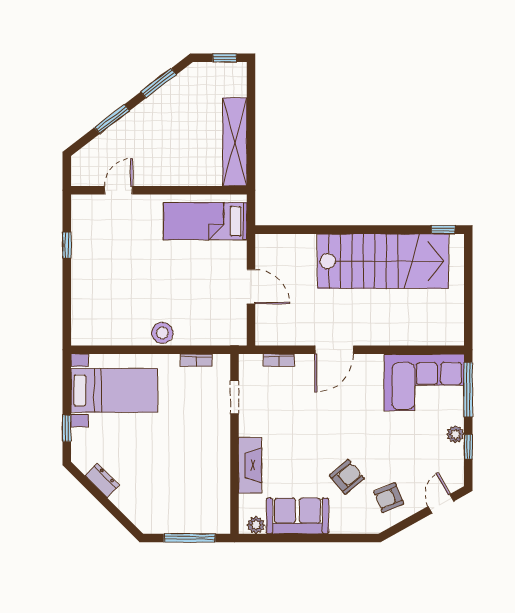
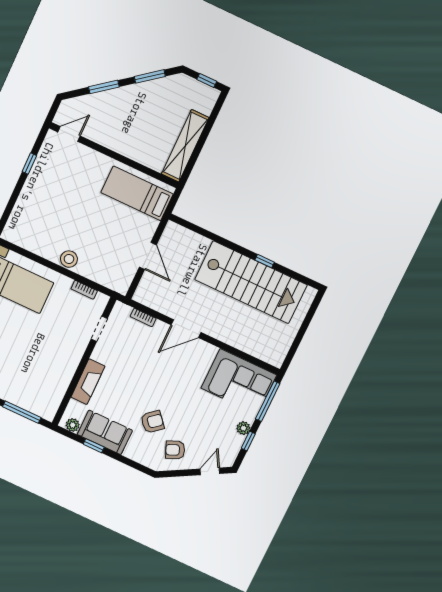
door: (118, 190) -> (69, 134), moved
window: (443, 230) -> (265, 261), moved
window: (292, 538) -> (94, 446), added

